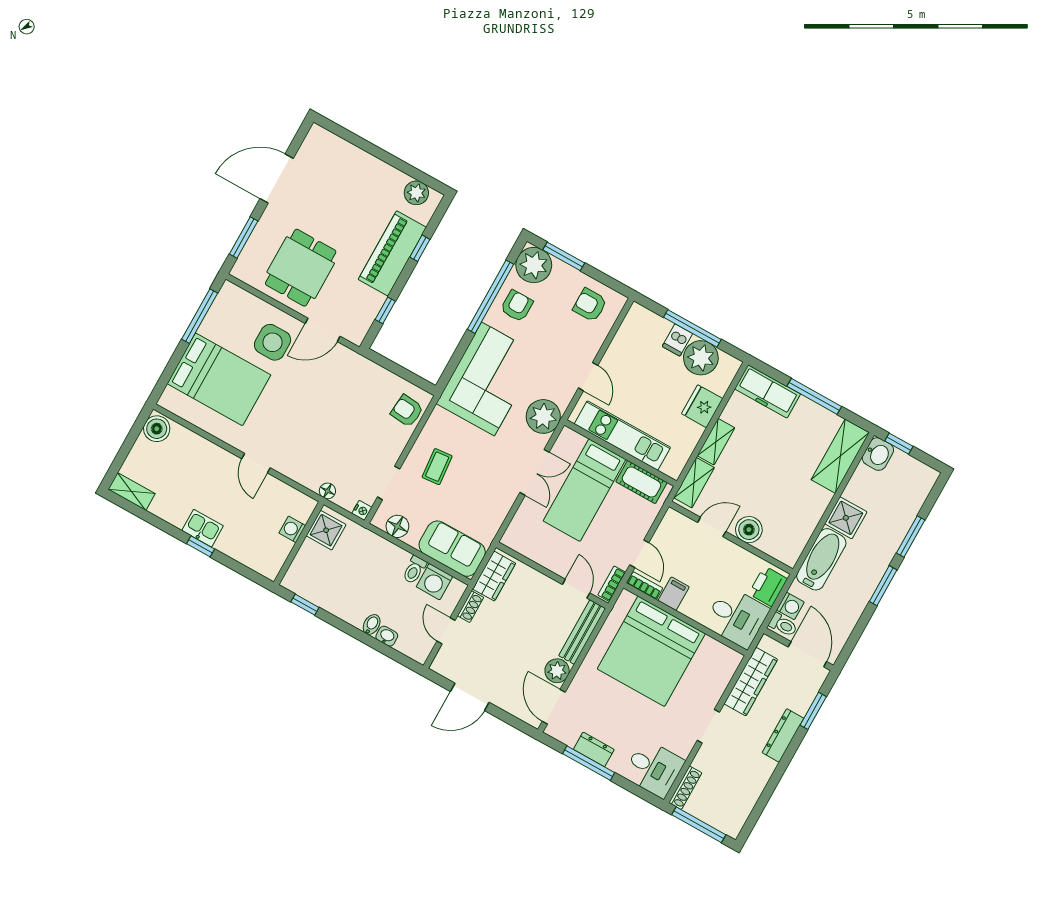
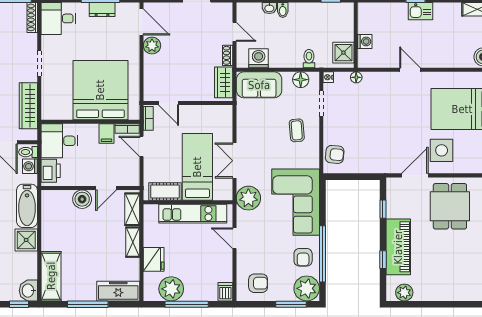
dishwasher: (677, 340) -> (225, 292), moved
toilet: (414, 570) -> (309, 59), moved
bench: (582, 632) -> (150, 78), removed

